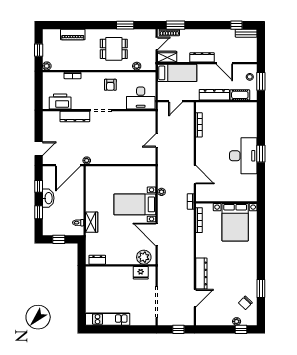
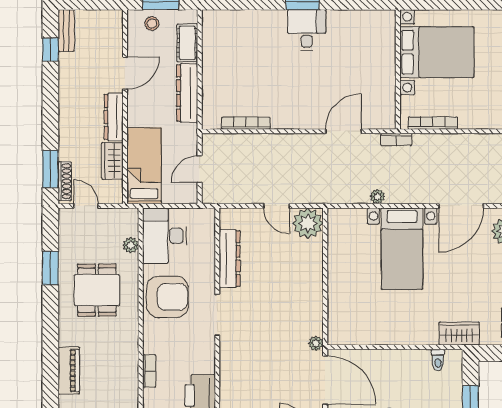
wardrobe: (167, 57) -> (112, 161), moved
armchair: (110, 85) -> (167, 297), width x1.88, depth x1.88
desk: (141, 98) -> (165, 236), moved, turned 180
door: (175, 101) -> (200, 169), swing flipped
dresser: (75, 116) -> (230, 259), moved
plant: (148, 156) -> (308, 223), added
desk: (243, 156) -> (307, 30), width x0.53, depth x0.77
wardrobe: (92, 222) -> (459, 334), moved

